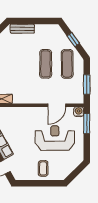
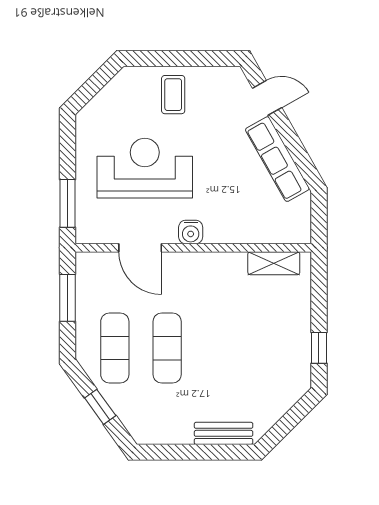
door: (57, 105) -> (140, 248), swing flipped
water cooler: (79, 112) -> (191, 232), moved
reception desk: (55, 138) -> (145, 168), turned 180

